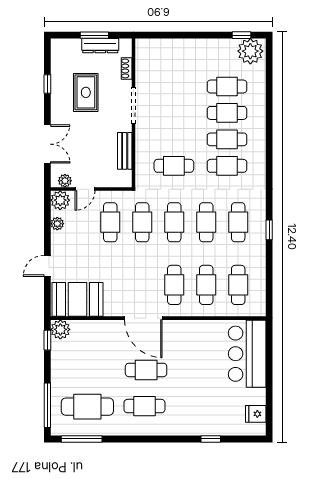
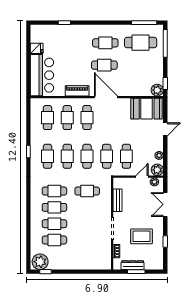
rug: (86, 92) -> (141, 236), turned 90
piano: (190, 328) -> (77, 91), added
fridge: (256, 414) -> (37, 48), moved

